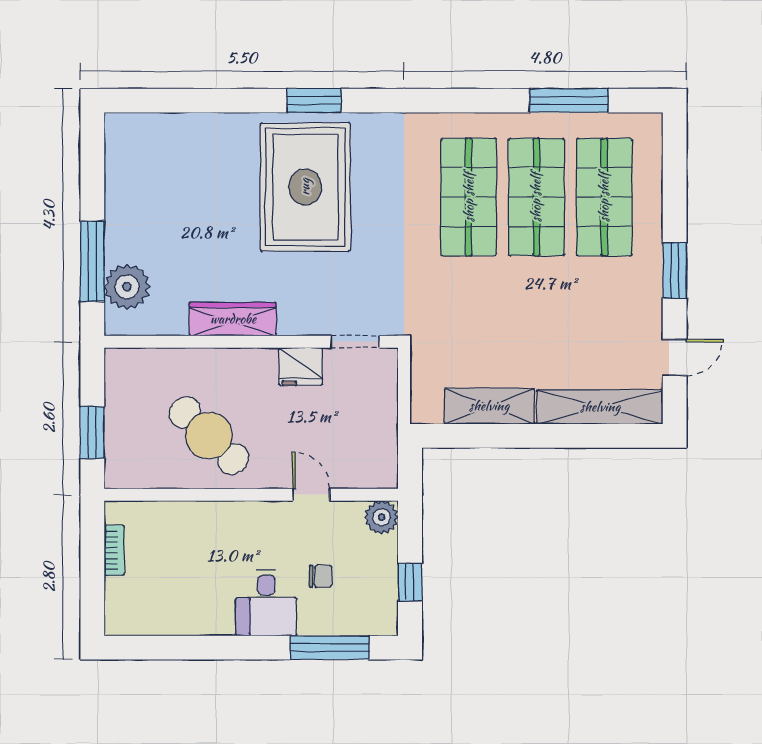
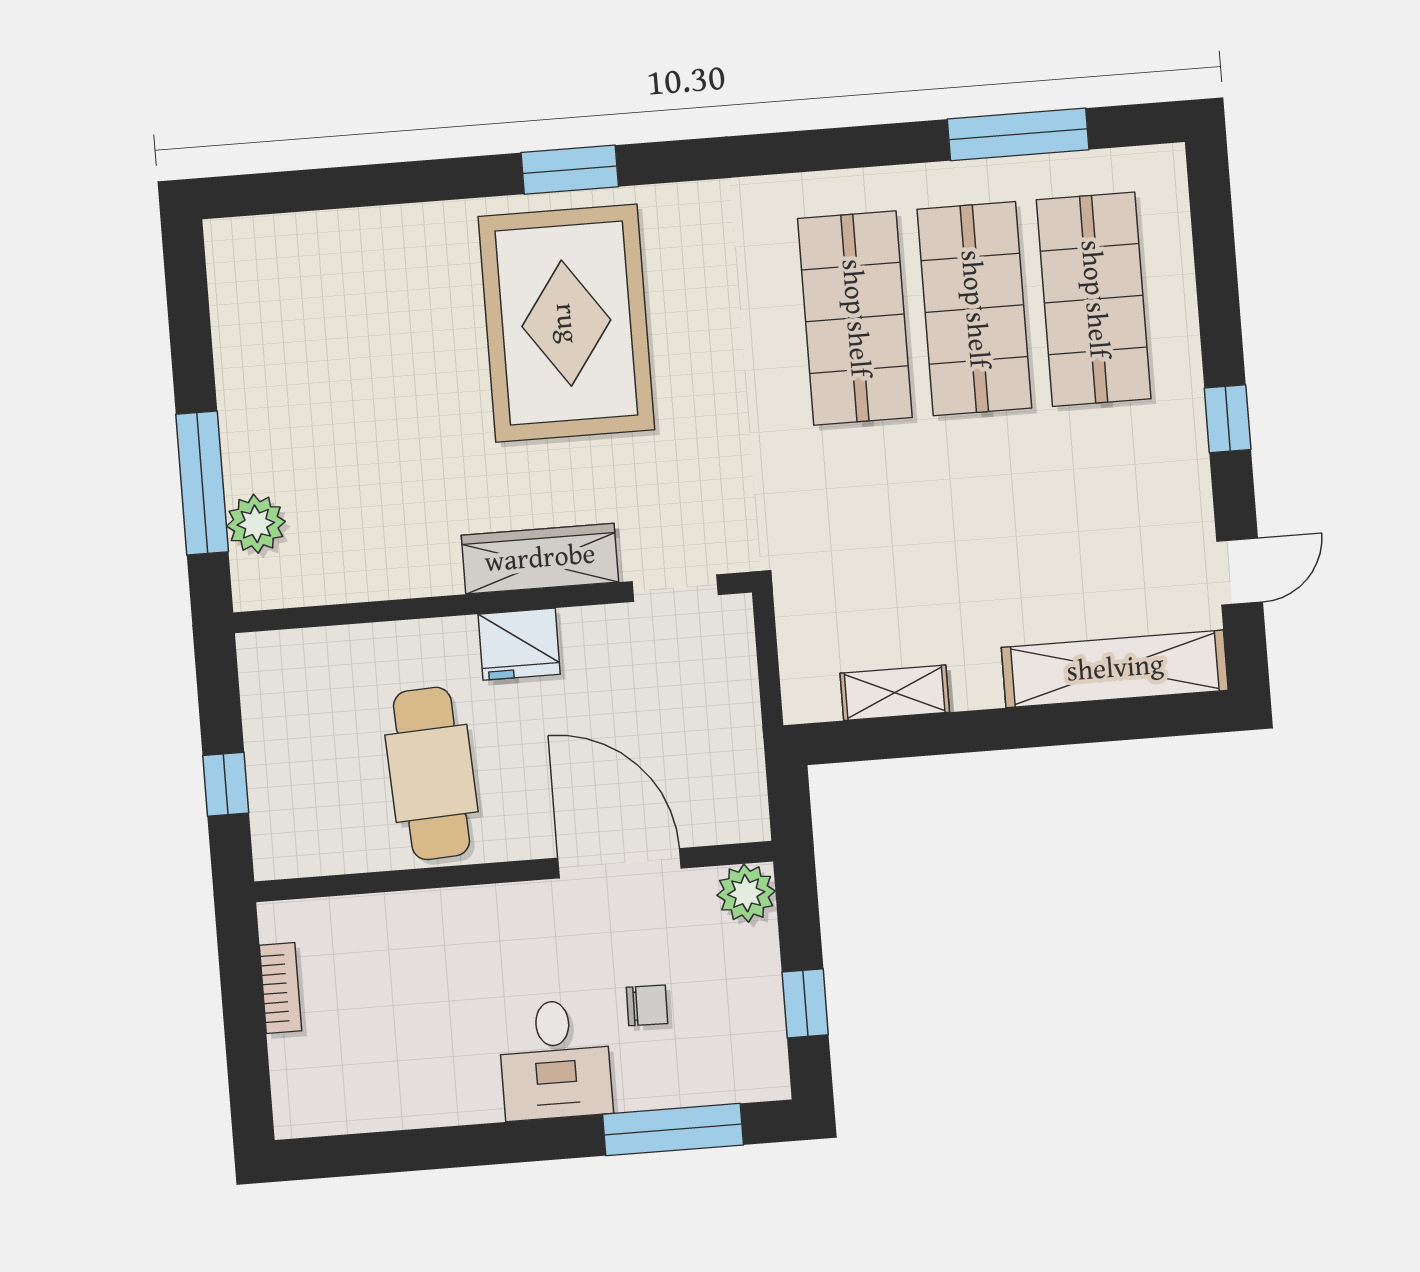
window: (675, 271) -> (1228, 419), width x0.67
plant: (127, 287) -> (256, 524), width x0.73, depth x0.73
wardrobe: (233, 319) -> (540, 559), moved
fridge: (301, 366) -> (519, 644), moved
shelving: (489, 406) -> (895, 693), width x0.67, depth x0.75
window: (92, 433) -> (226, 784), width x0.67
cafe table: (209, 436) -> (432, 773), turned 43
door: (311, 495) -> (619, 863), width x1.87

